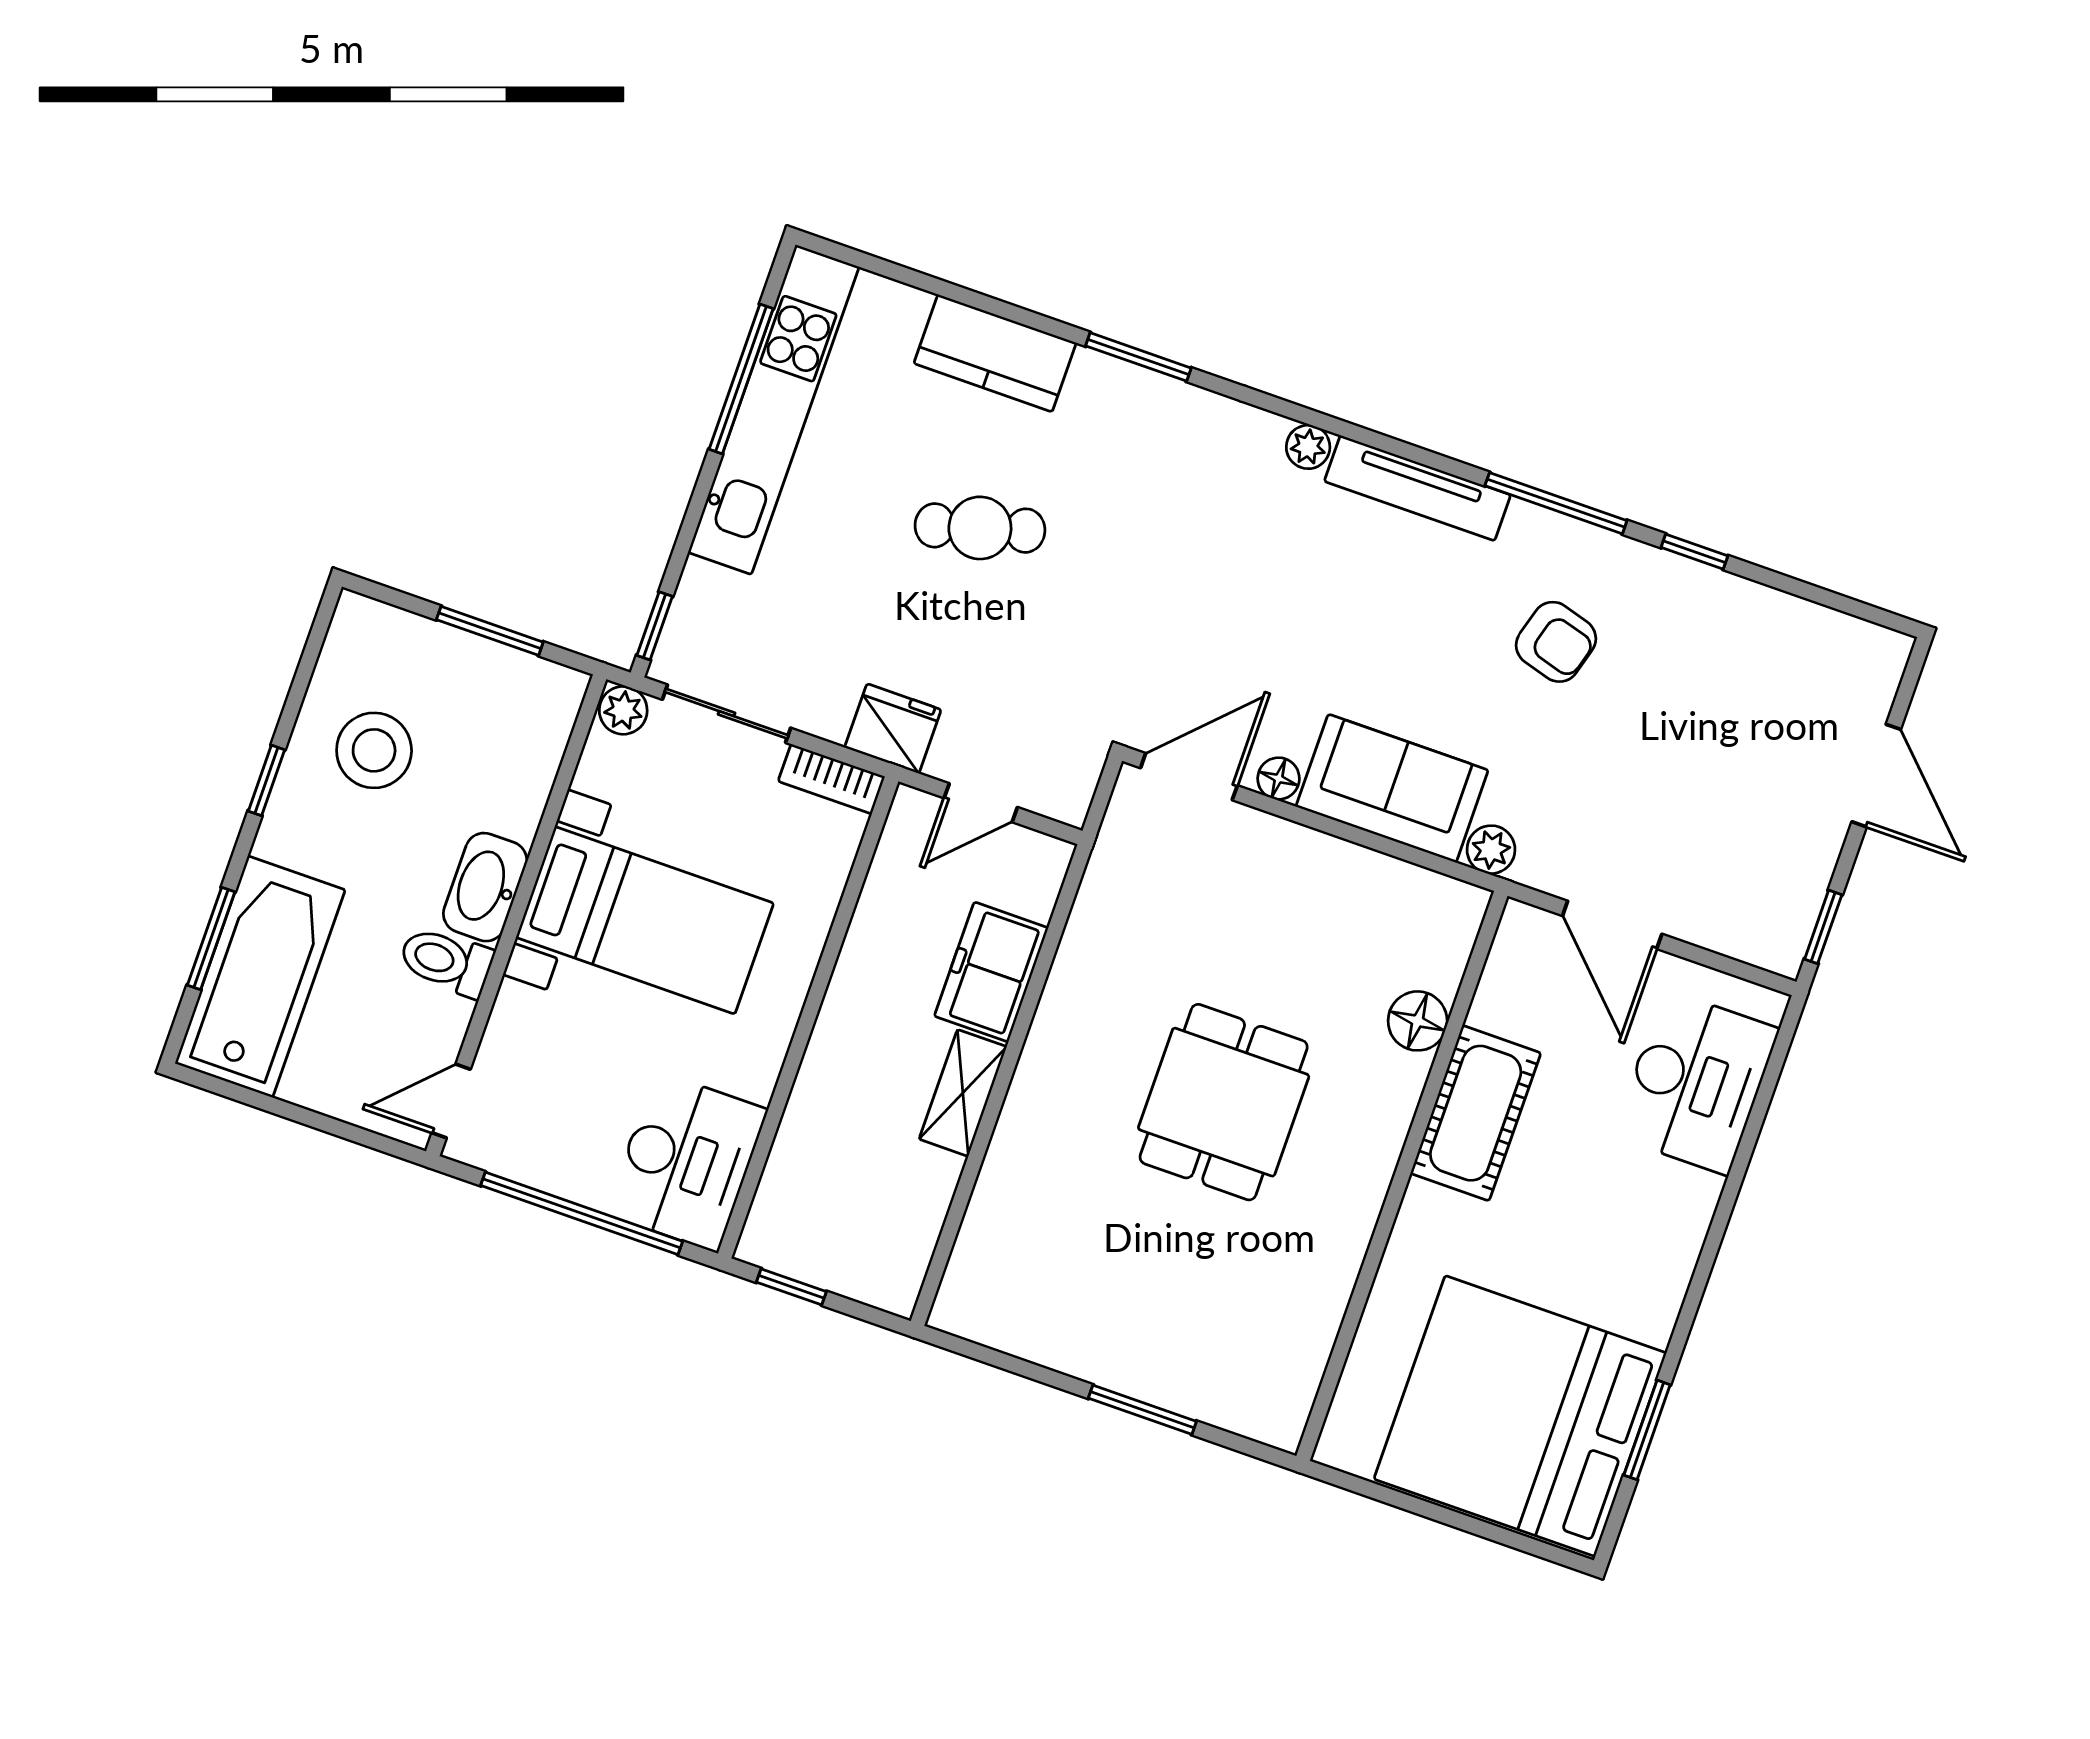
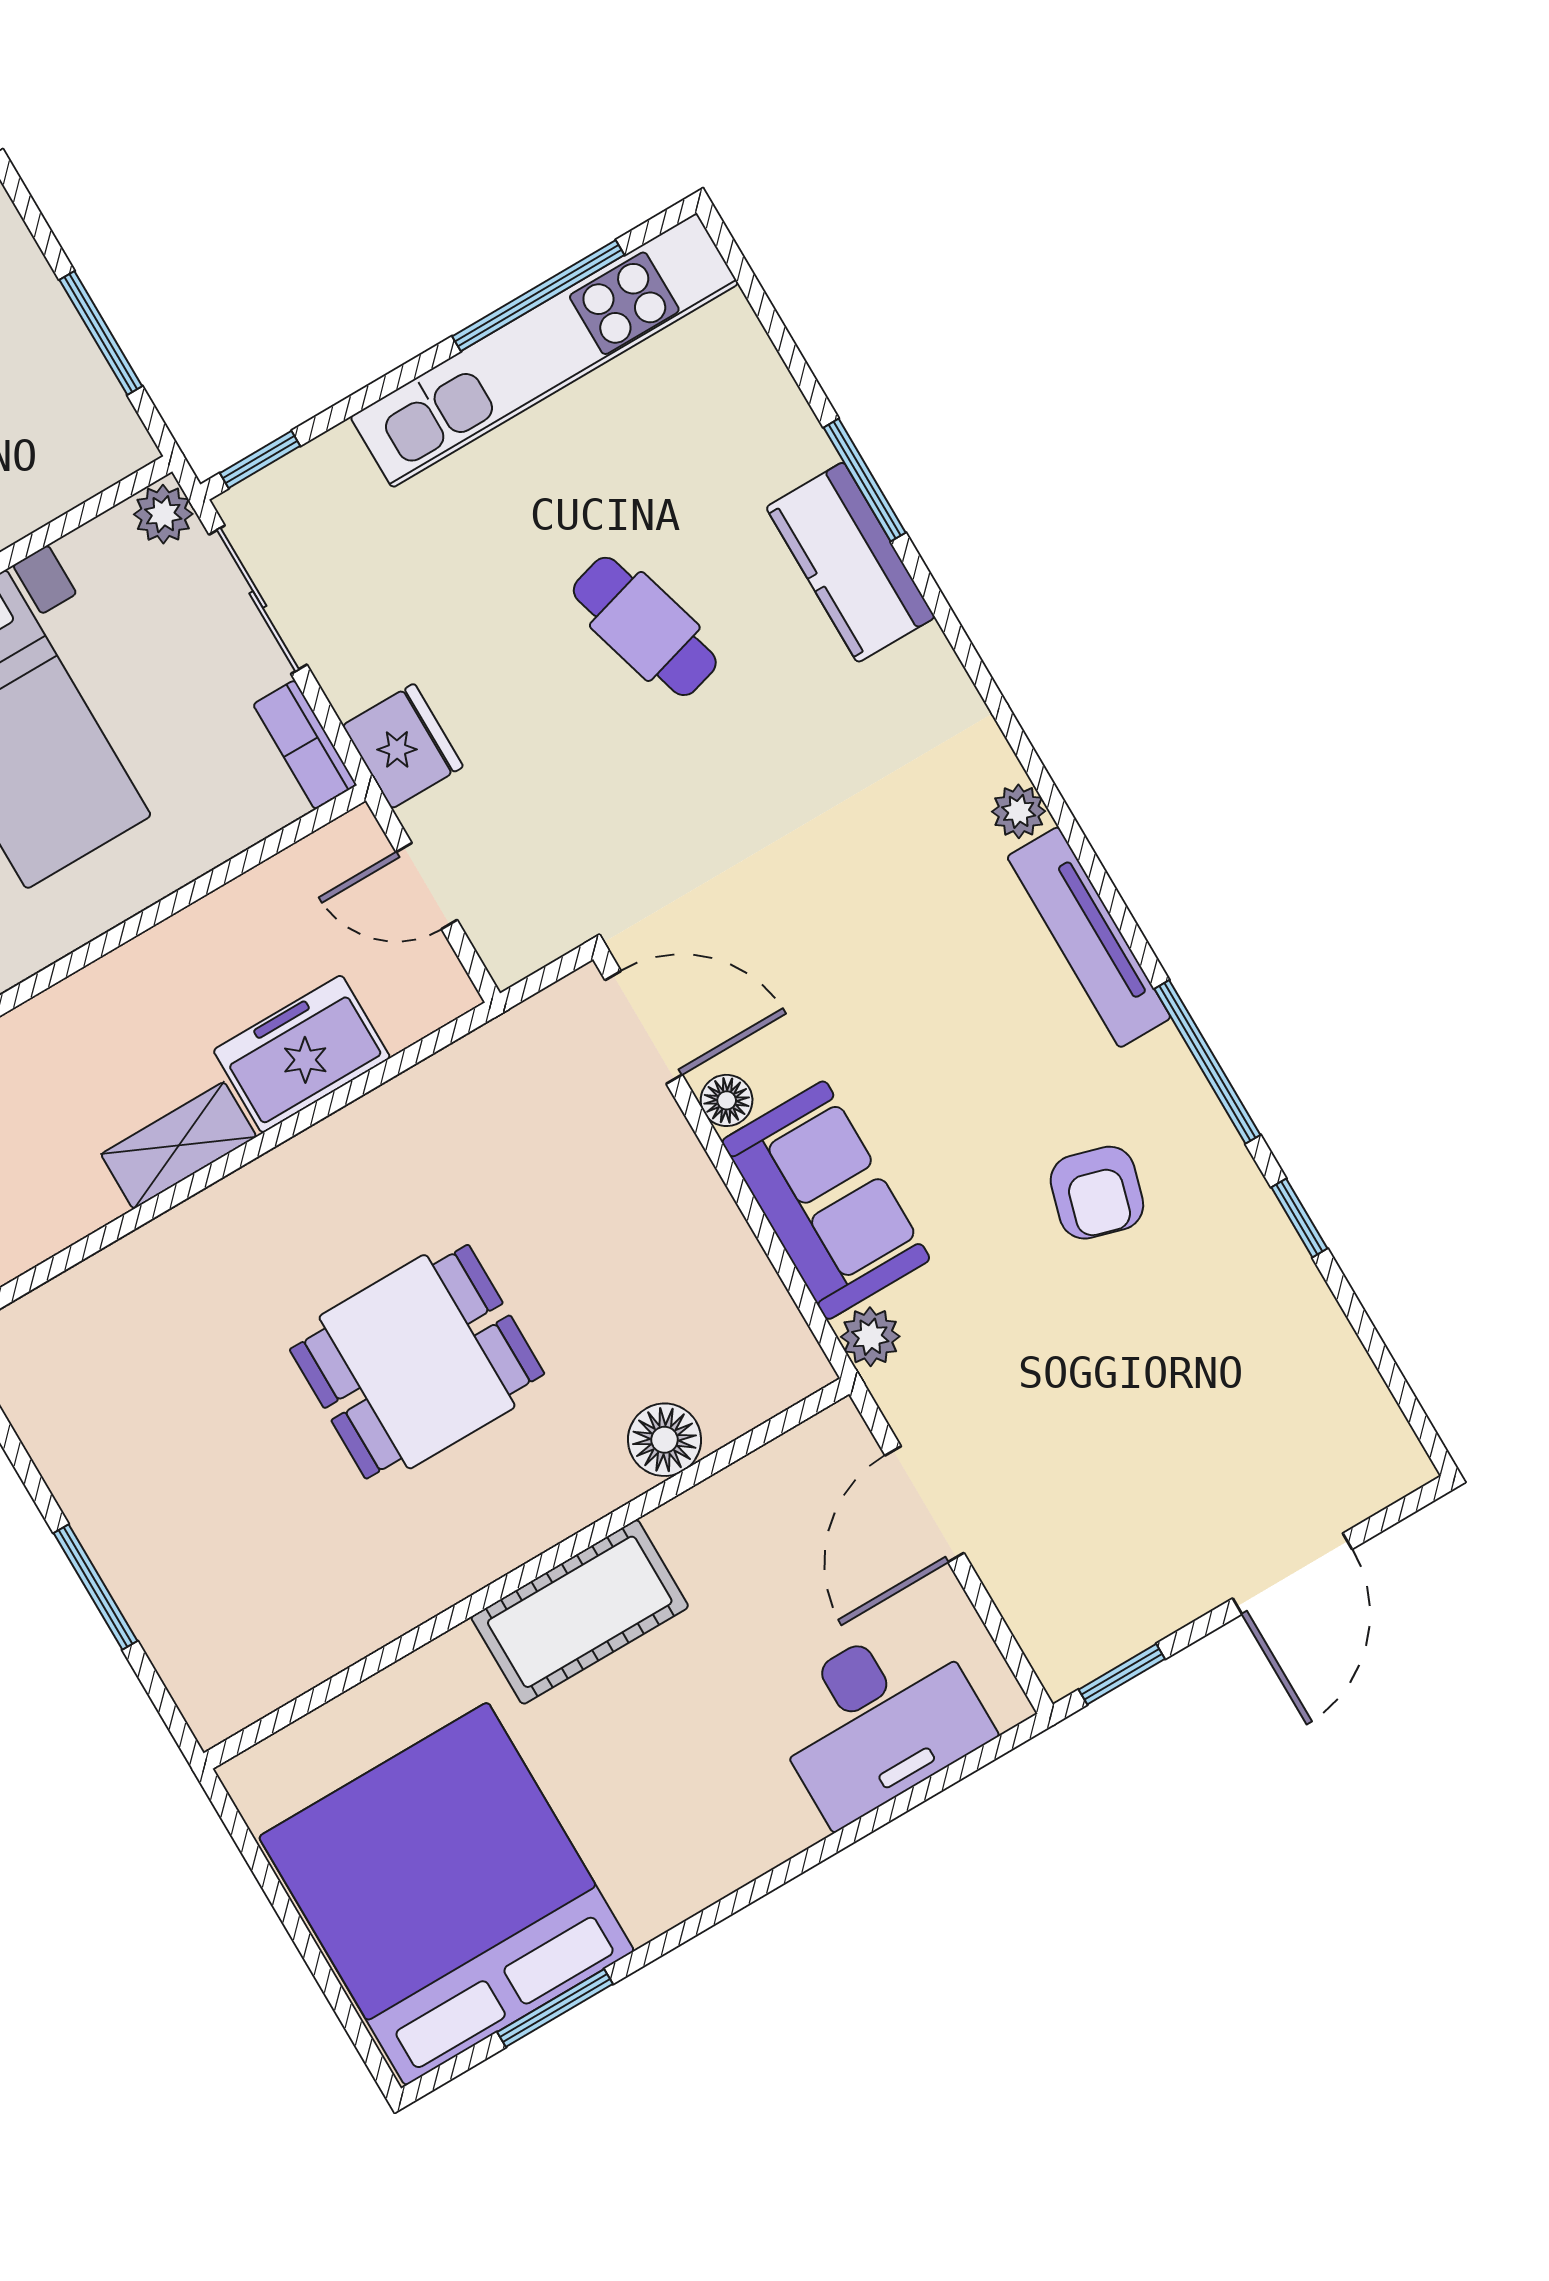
kitchen counter: (995, 353) -> (850, 562), moved
window: (1138, 357) -> (865, 480), moved
cot: (1476, 1113) -> (580, 1612), moved

